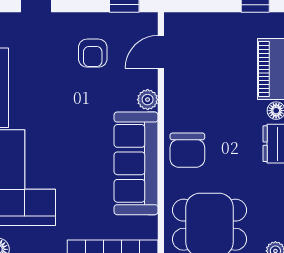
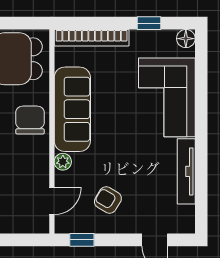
armchair: (93, 53) -> (108, 200), turned -59

